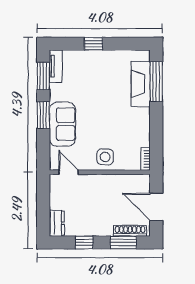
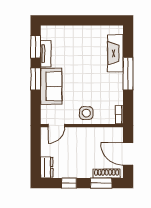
window: (94, 44) -> (77, 20), removed
tv unit: (56, 66) -> (46, 54), moved
window: (156, 82) -> (128, 74), moved
door: (69, 172) -> (56, 126), swing flipped

